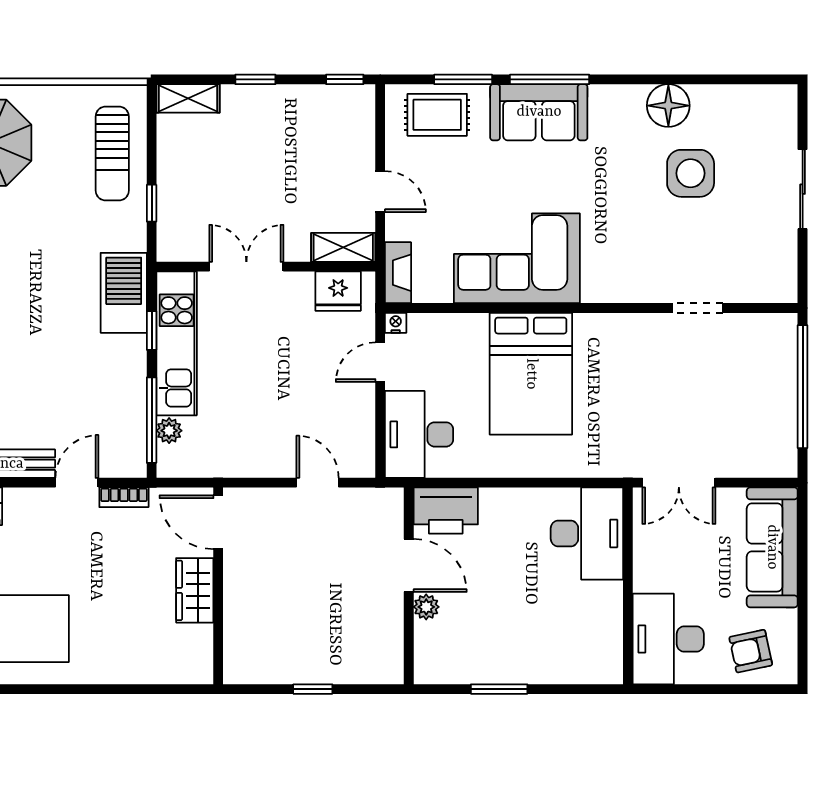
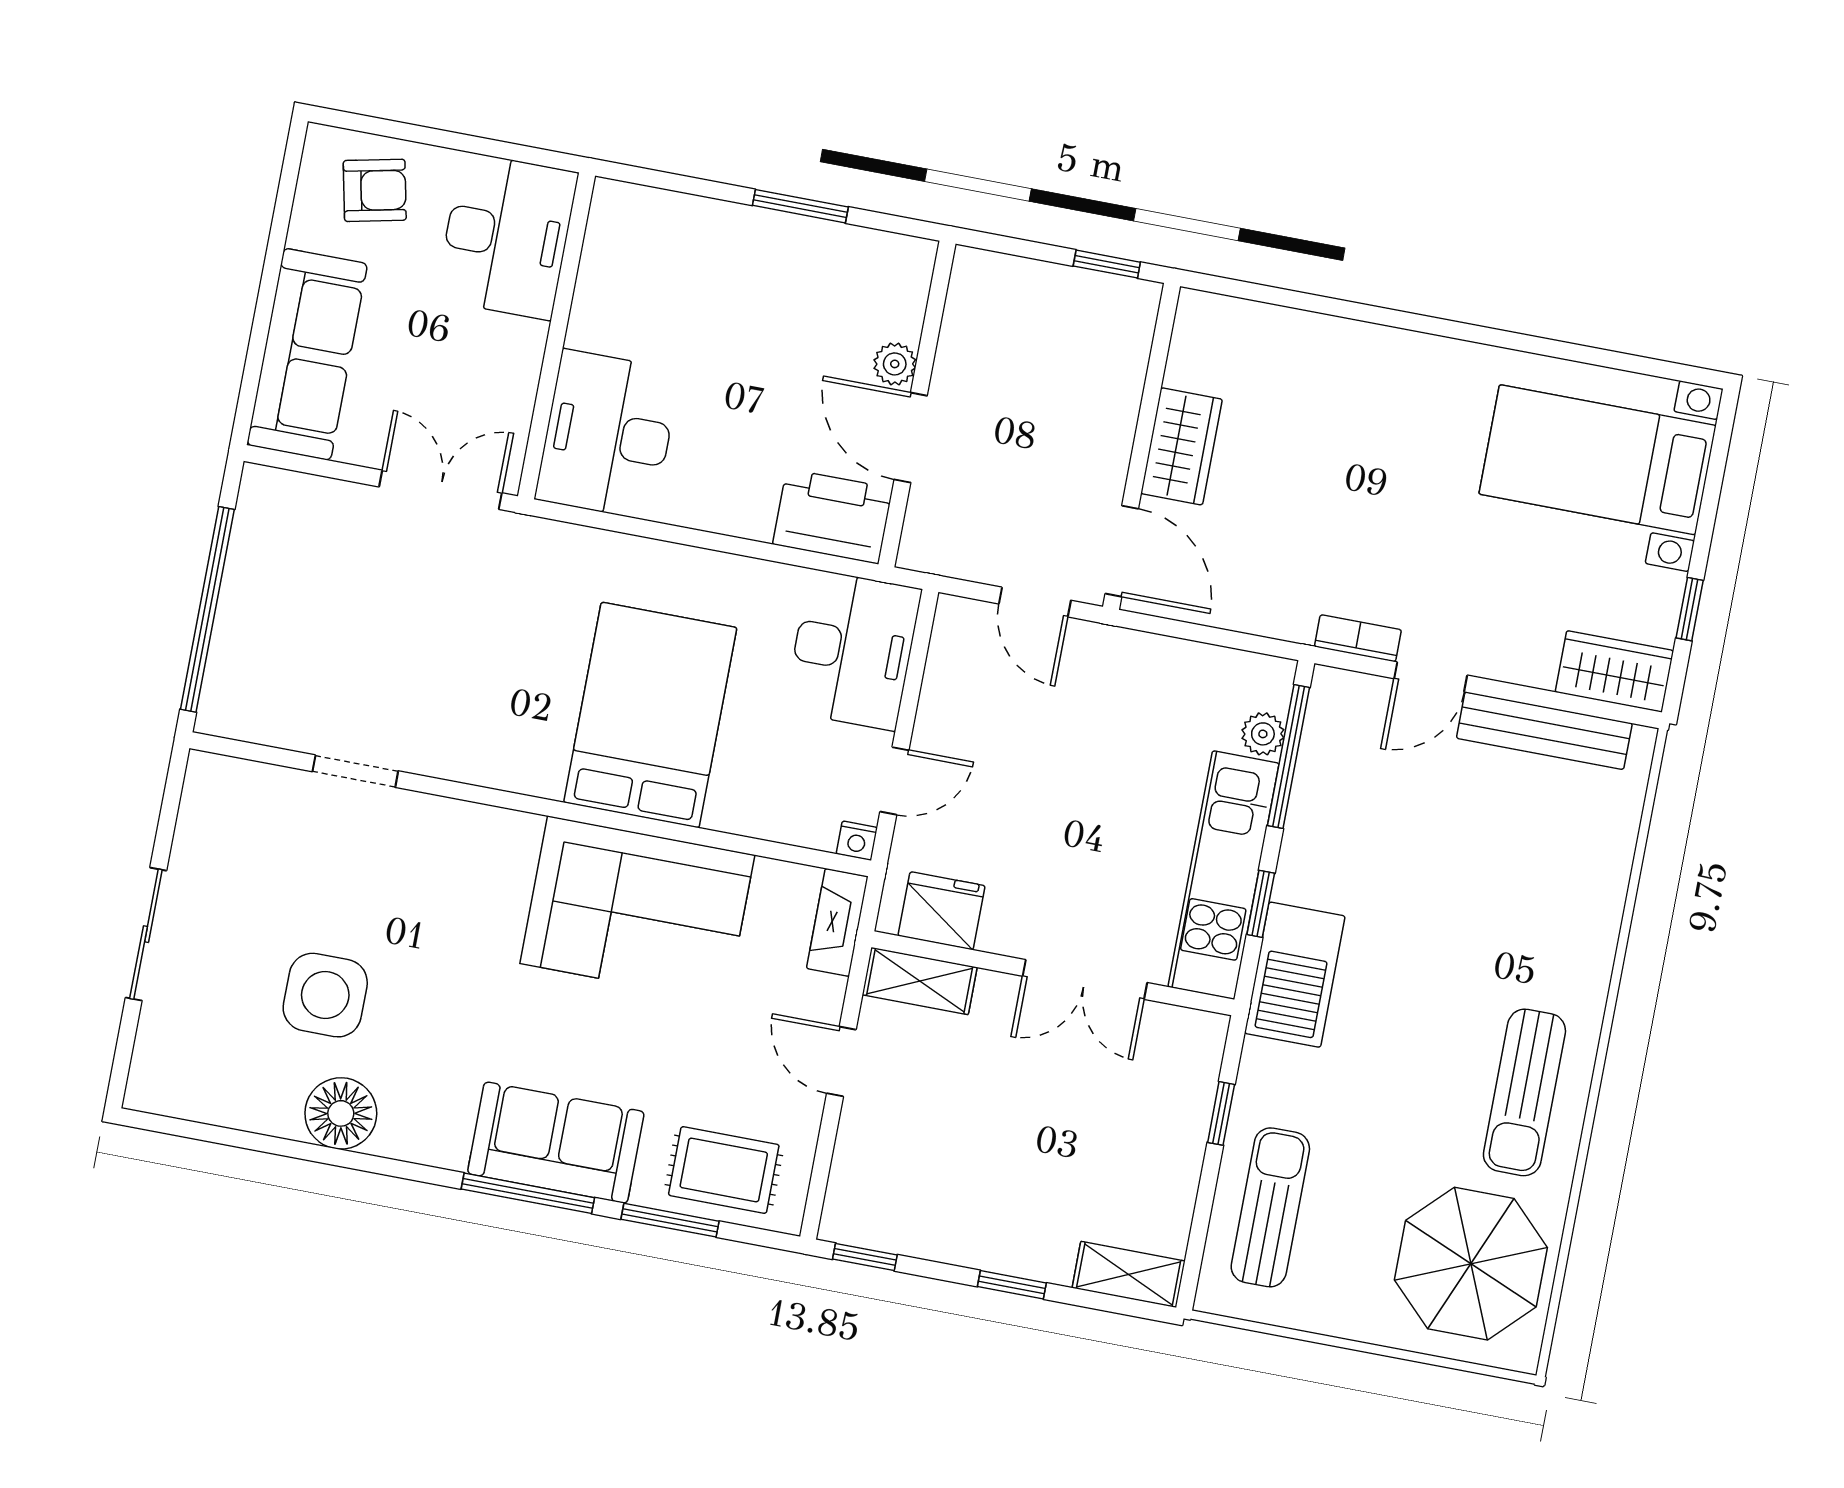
door: (218, 522) -> (1122, 551), moved
wall: (218, 586) -> (1142, 446), moved
wardrobe: (195, 590) -> (1182, 446), moved

